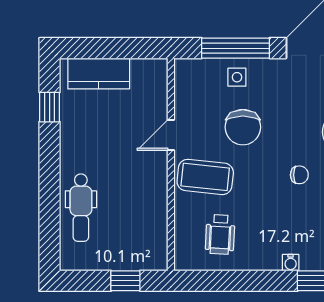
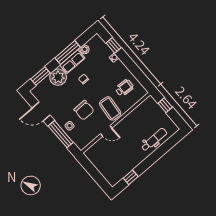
kitchen counter: (99, 74) -> (106, 171), removed
chair: (243, 127) -> (84, 110), turned 90

